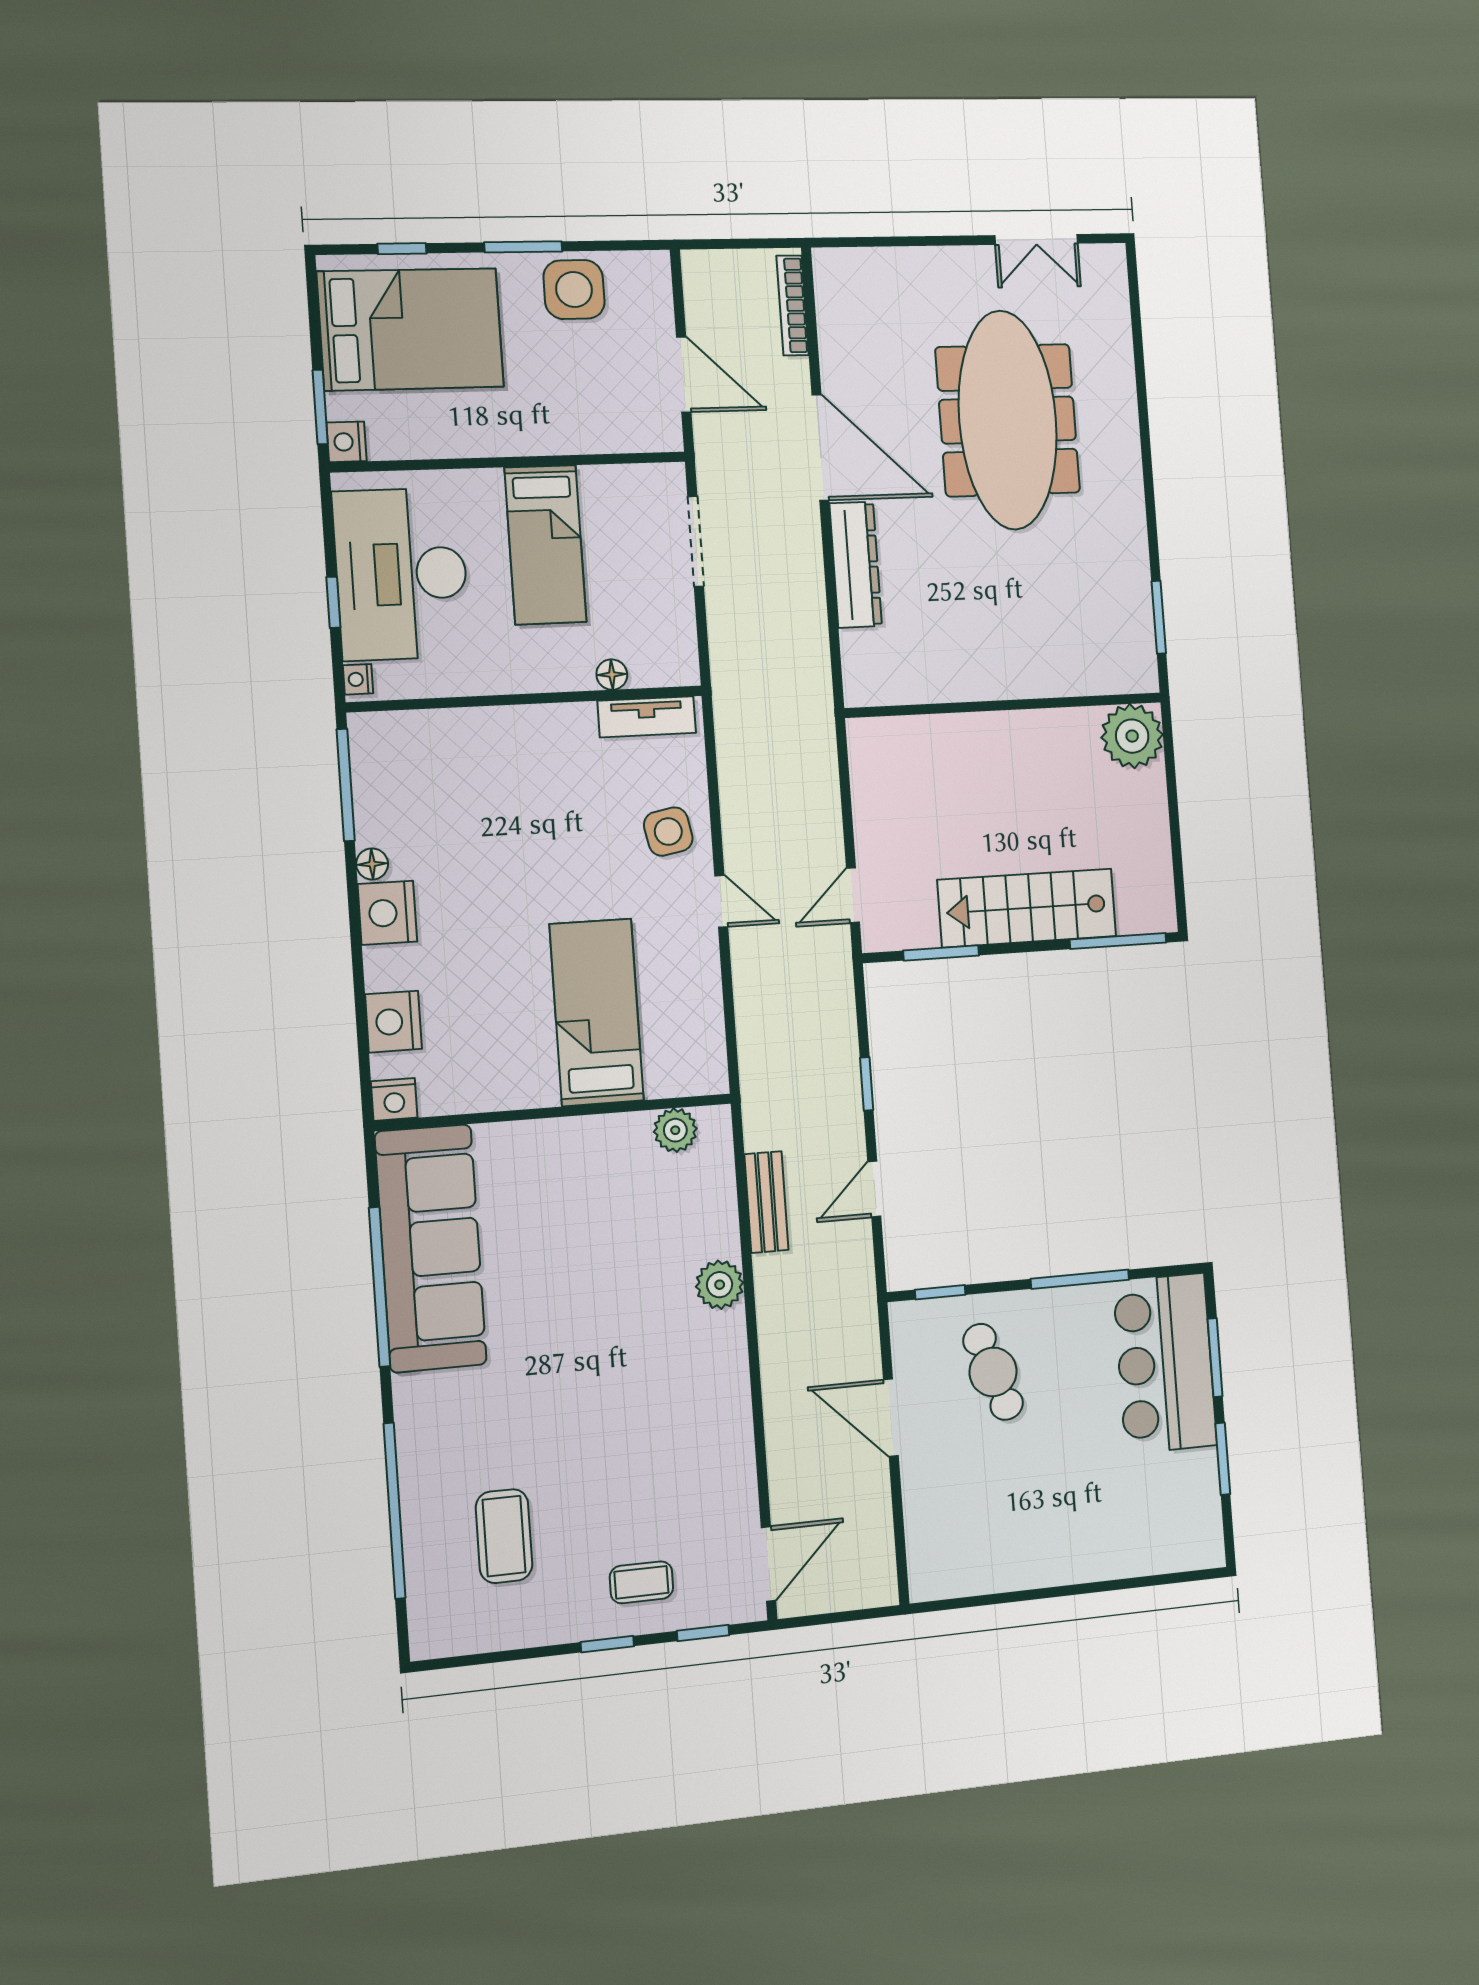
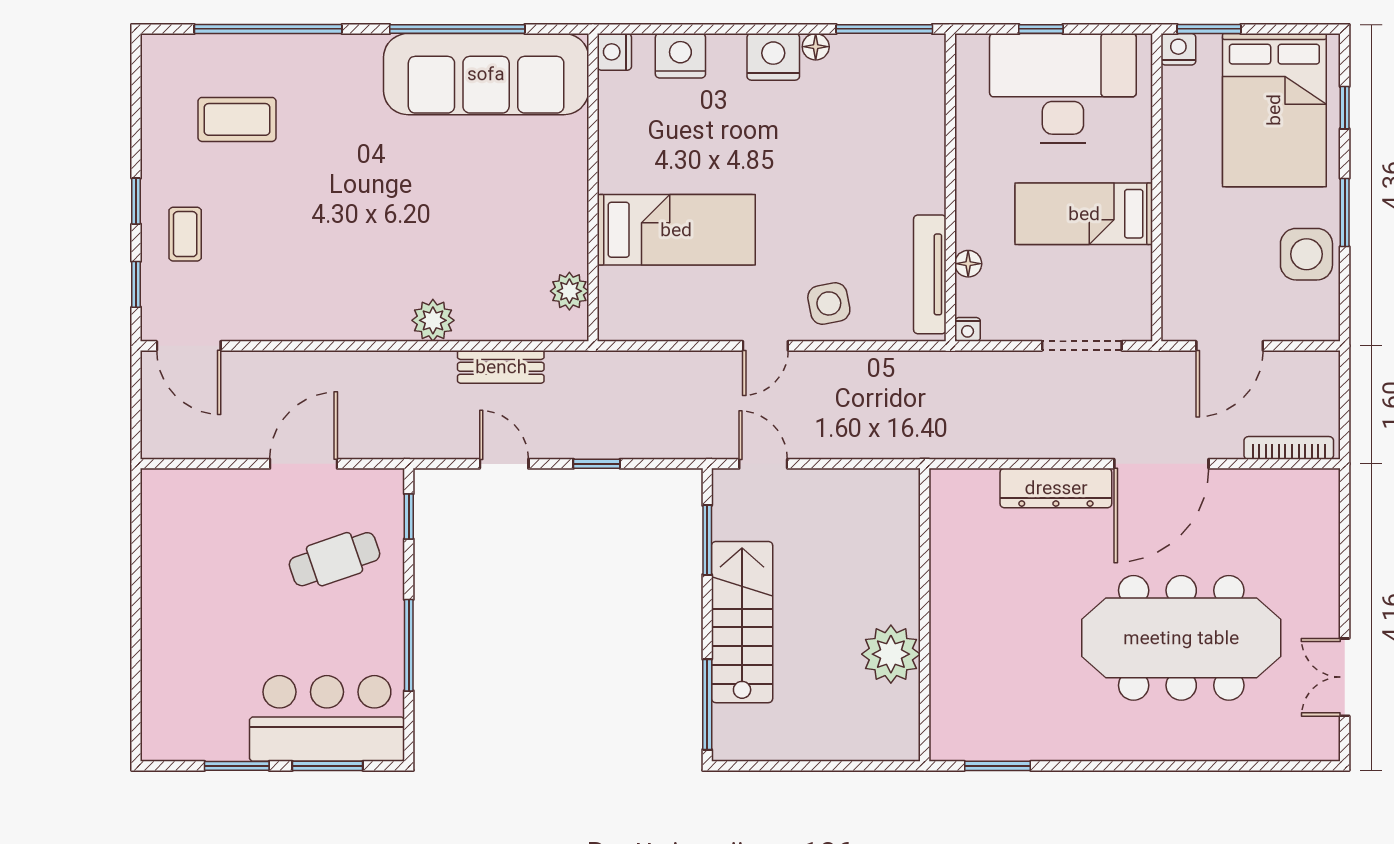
nightstand: (358, 679) -> (968, 329), moved, turned 180
tv unit: (647, 717) -> (930, 274), width x1.41
plant: (1132, 736) -> (891, 654), moved

